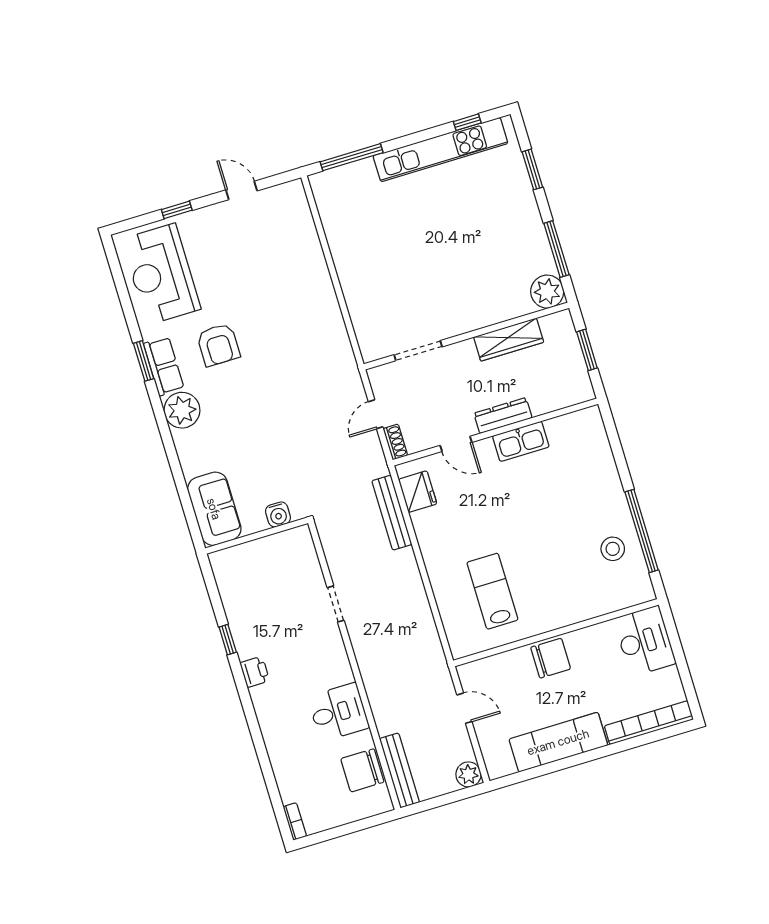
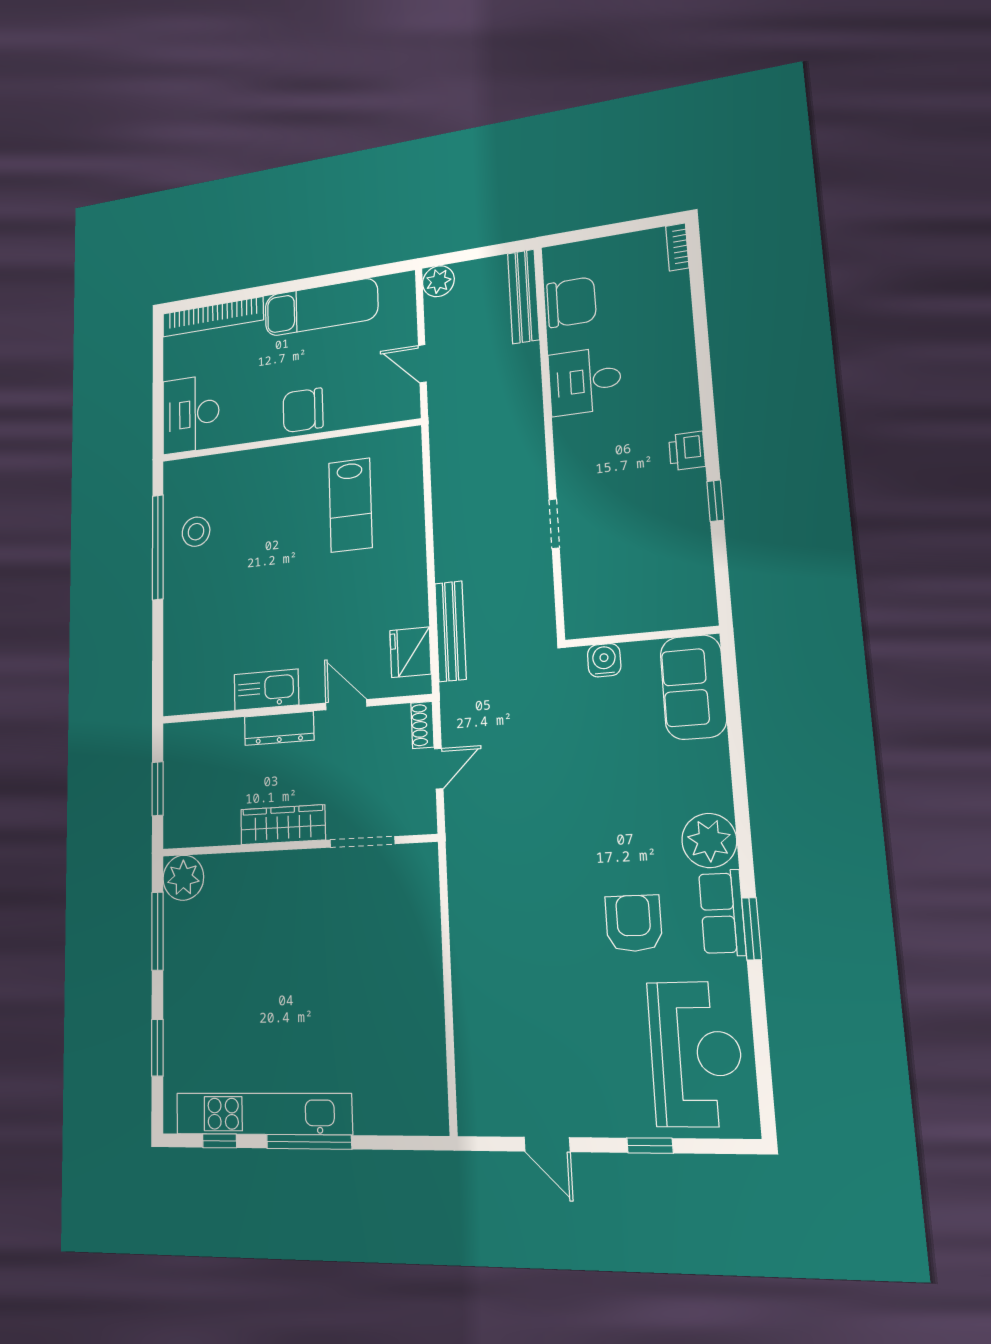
window: (352, 157) -> (309, 1142), moved
wardrobe: (509, 340) -> (283, 825), moved

